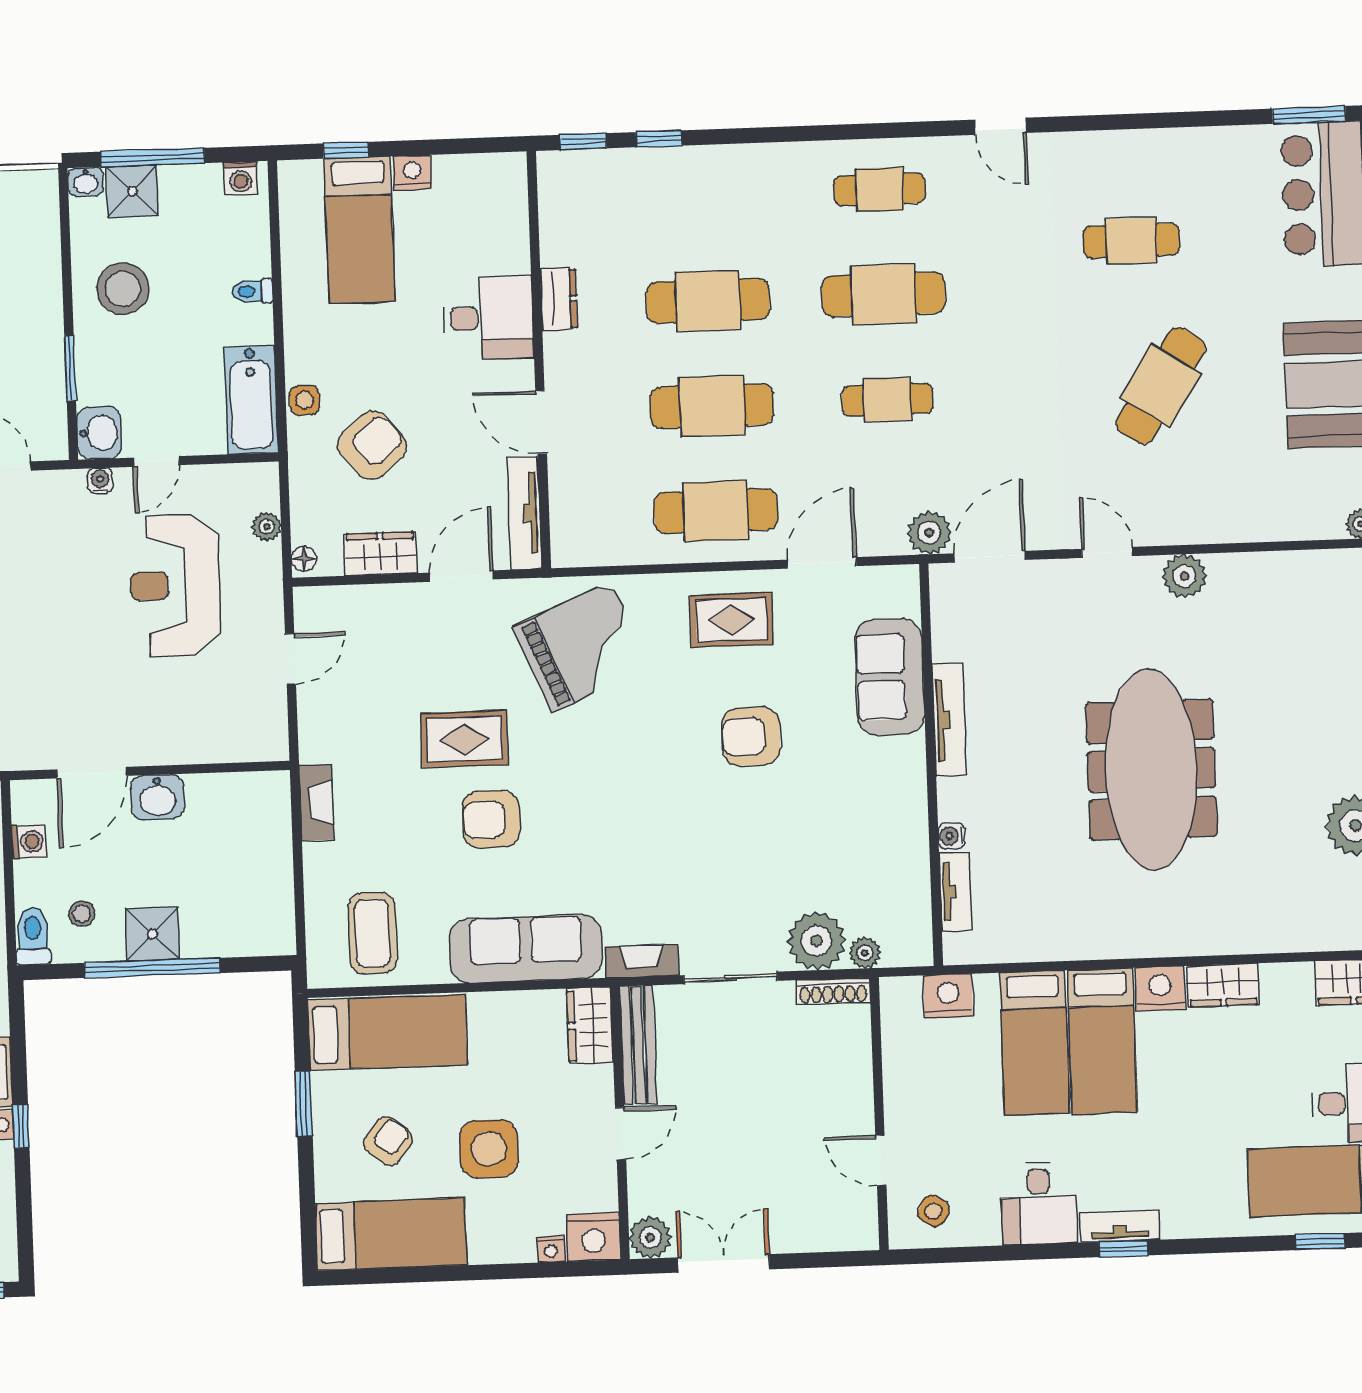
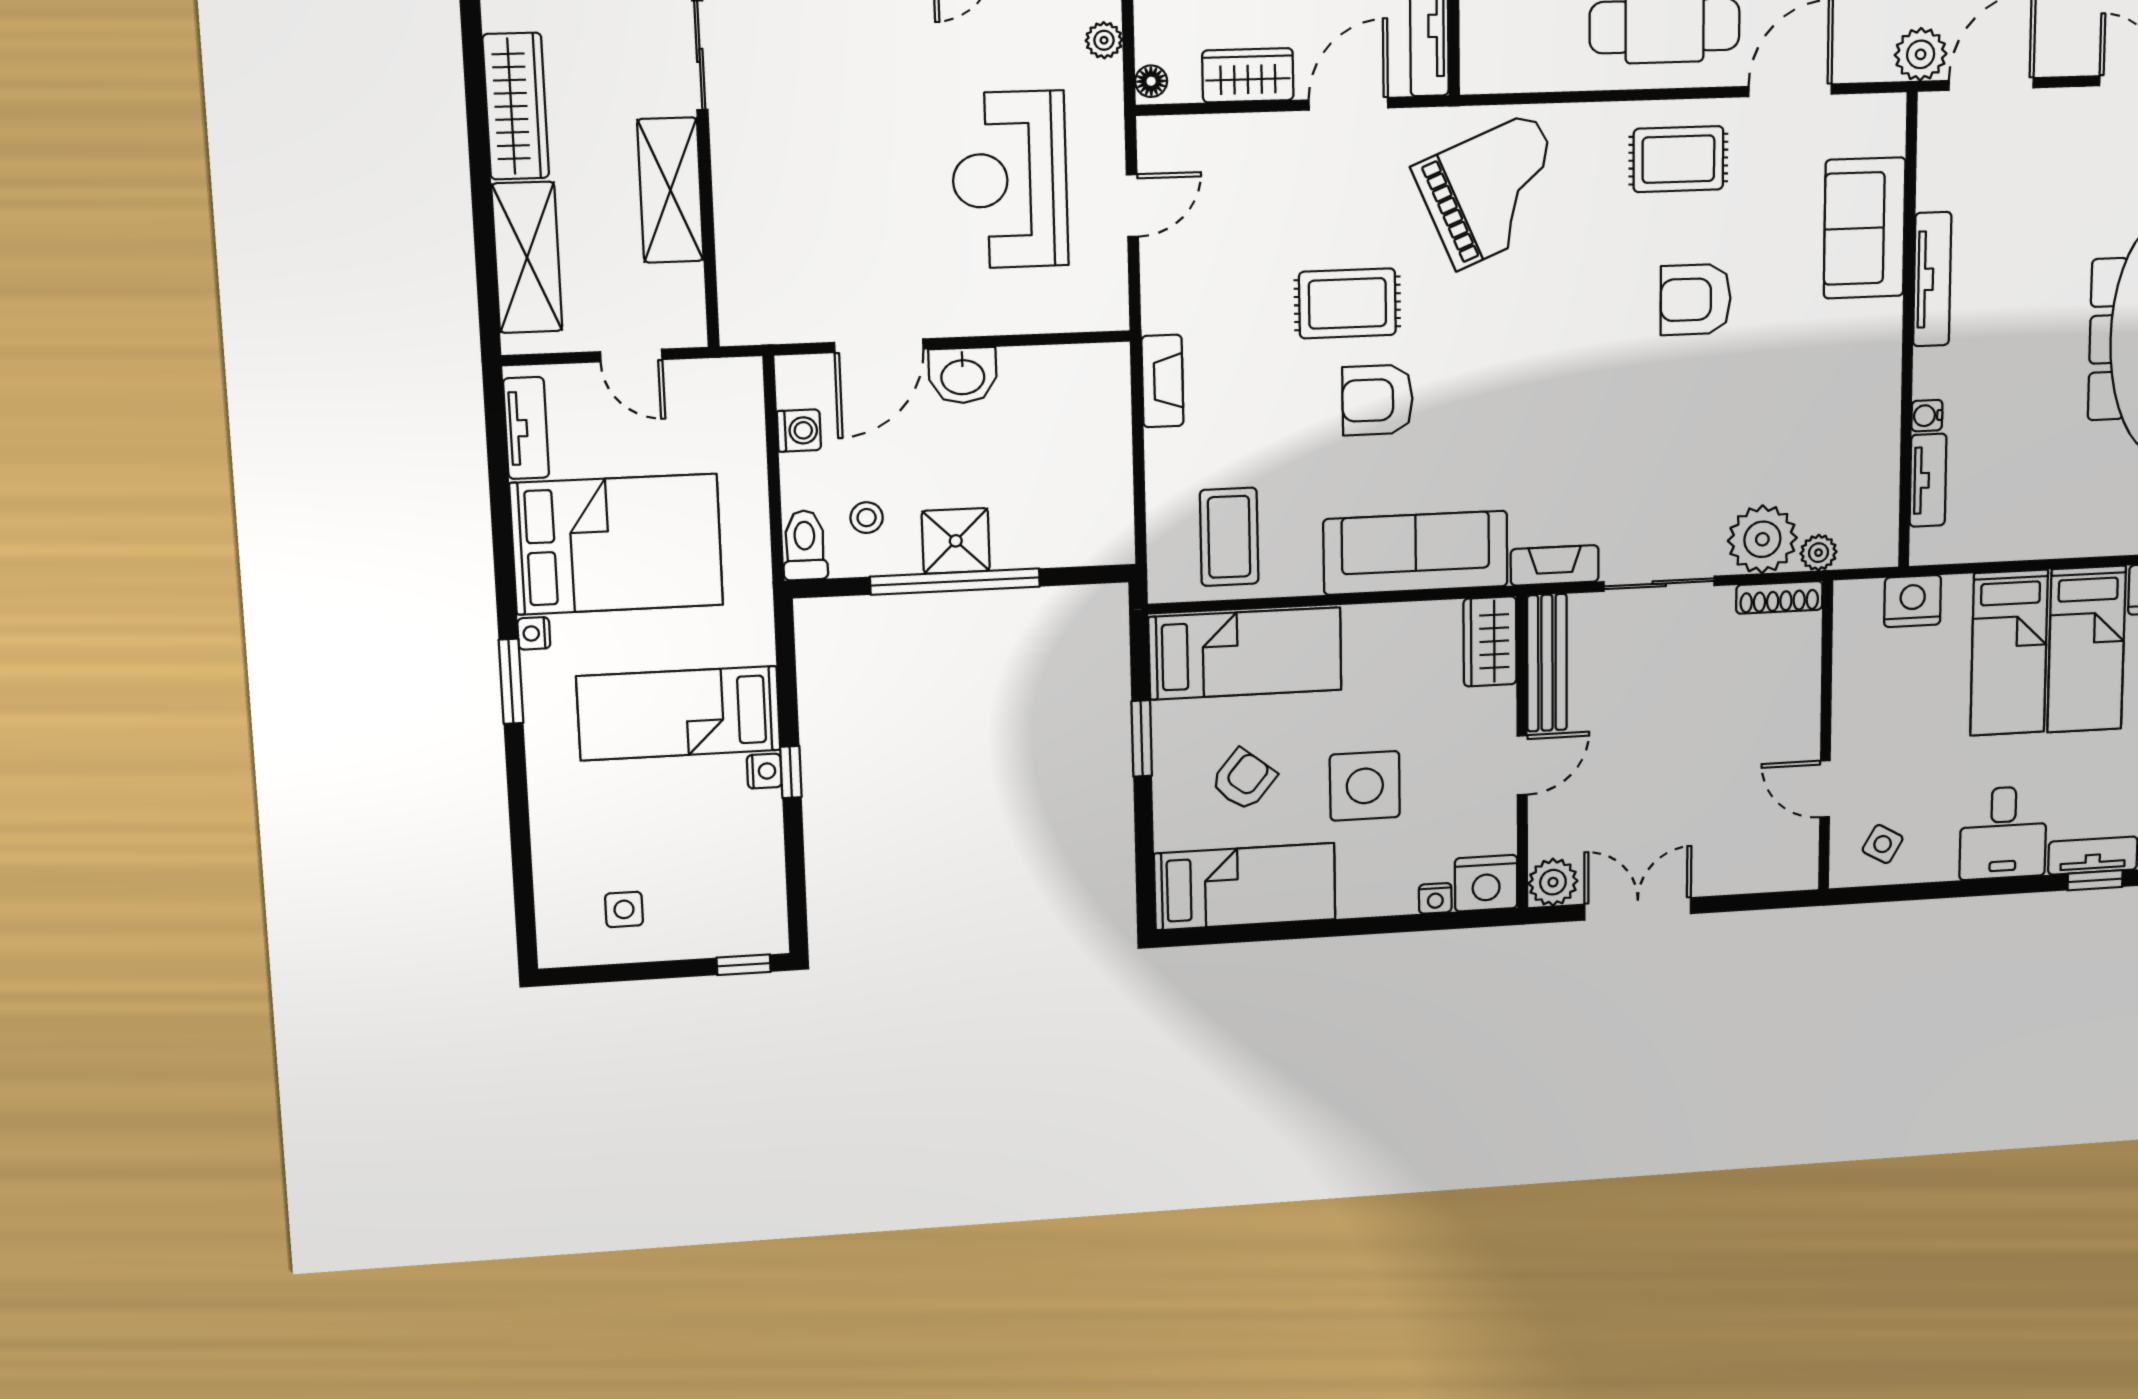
reception desk: (175, 585) -> (1010, 180), moved

